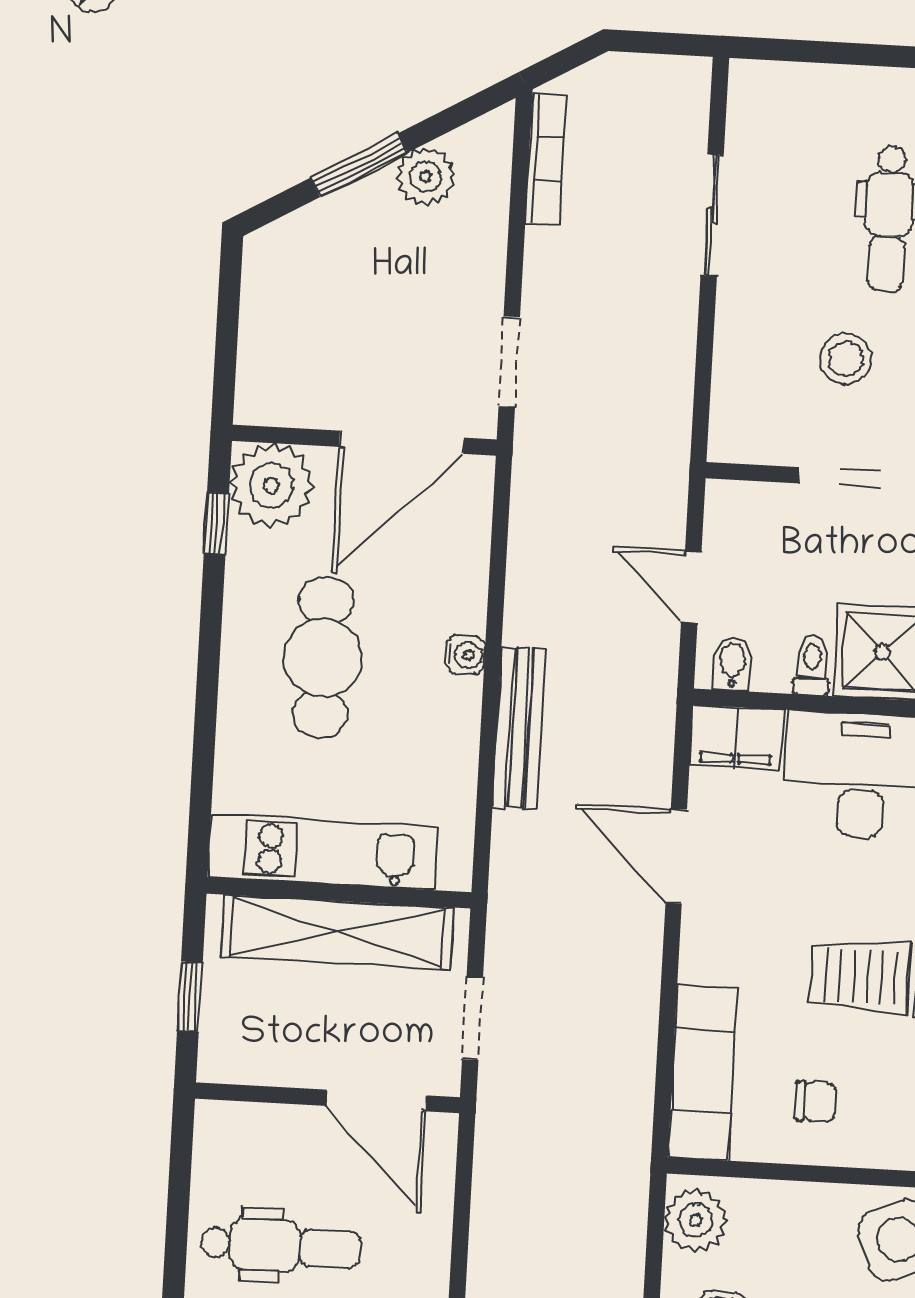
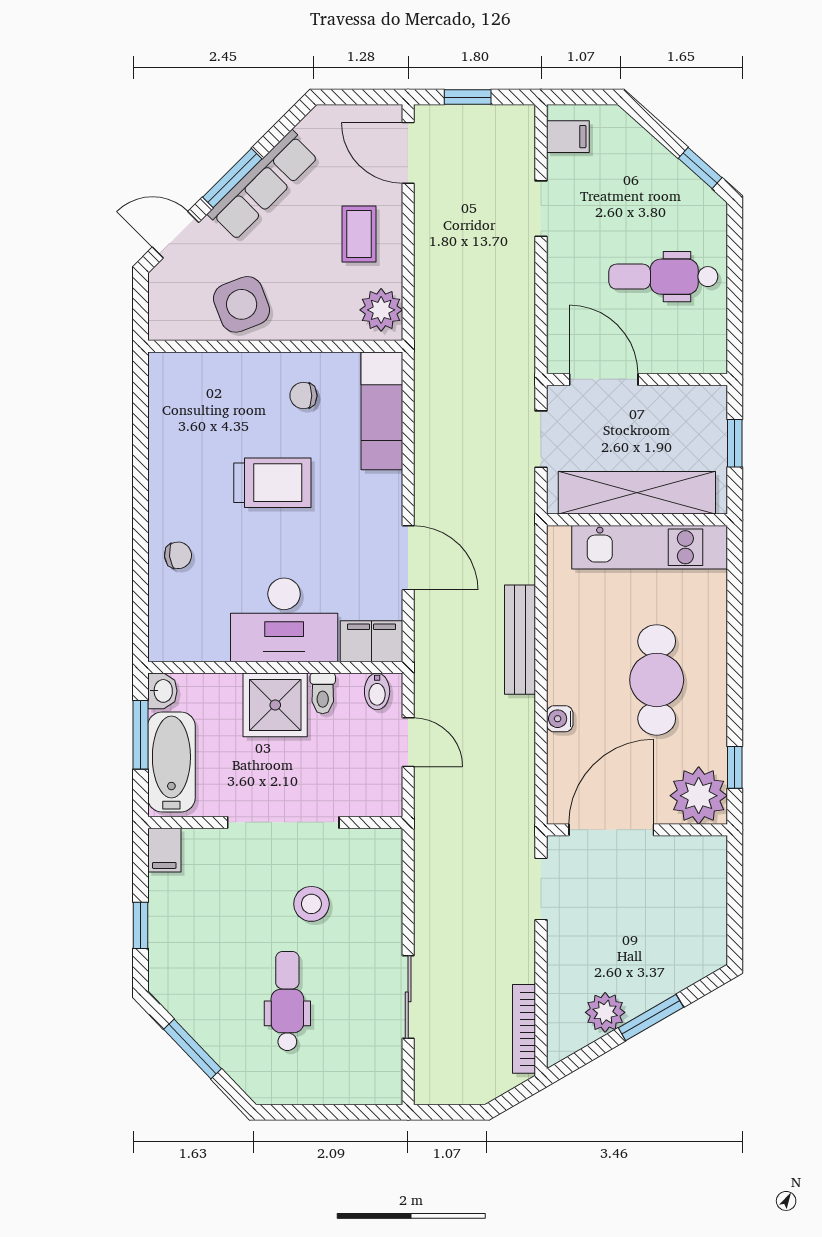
water cooler: (465, 655) -> (560, 719), moved

